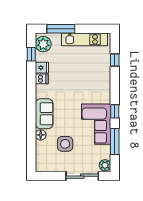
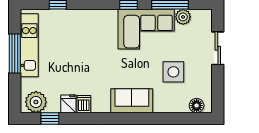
window: (61, 29) -> (15, 54), moved
floor lamp: (41, 135) -> (197, 106), moved
plant: (105, 165) -> (183, 17), moved
sliding door: (82, 176) -> (218, 48), width x0.73

